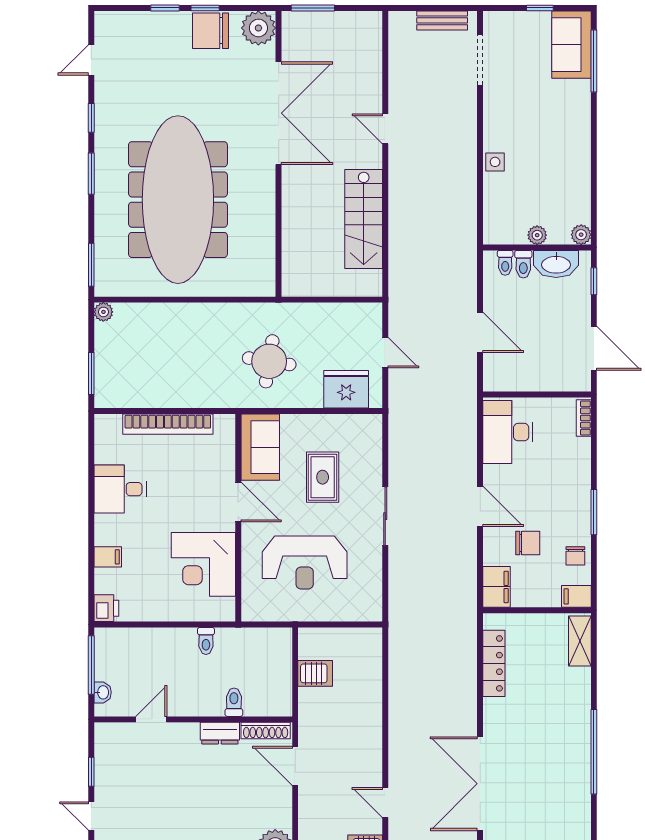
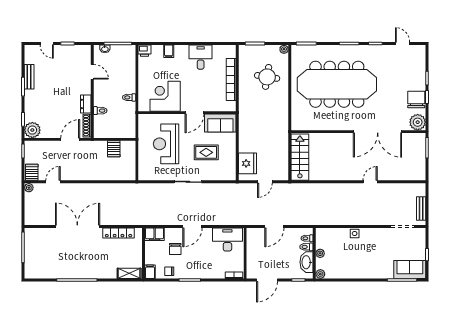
stairs: (364, 219) -> (300, 157), moved, turned 90
round table: (269, 361) -> (267, 77), moved
double door: (480, 784) -> (77, 226), moved
door: (91, 816) -> (47, 43), swing flipped

